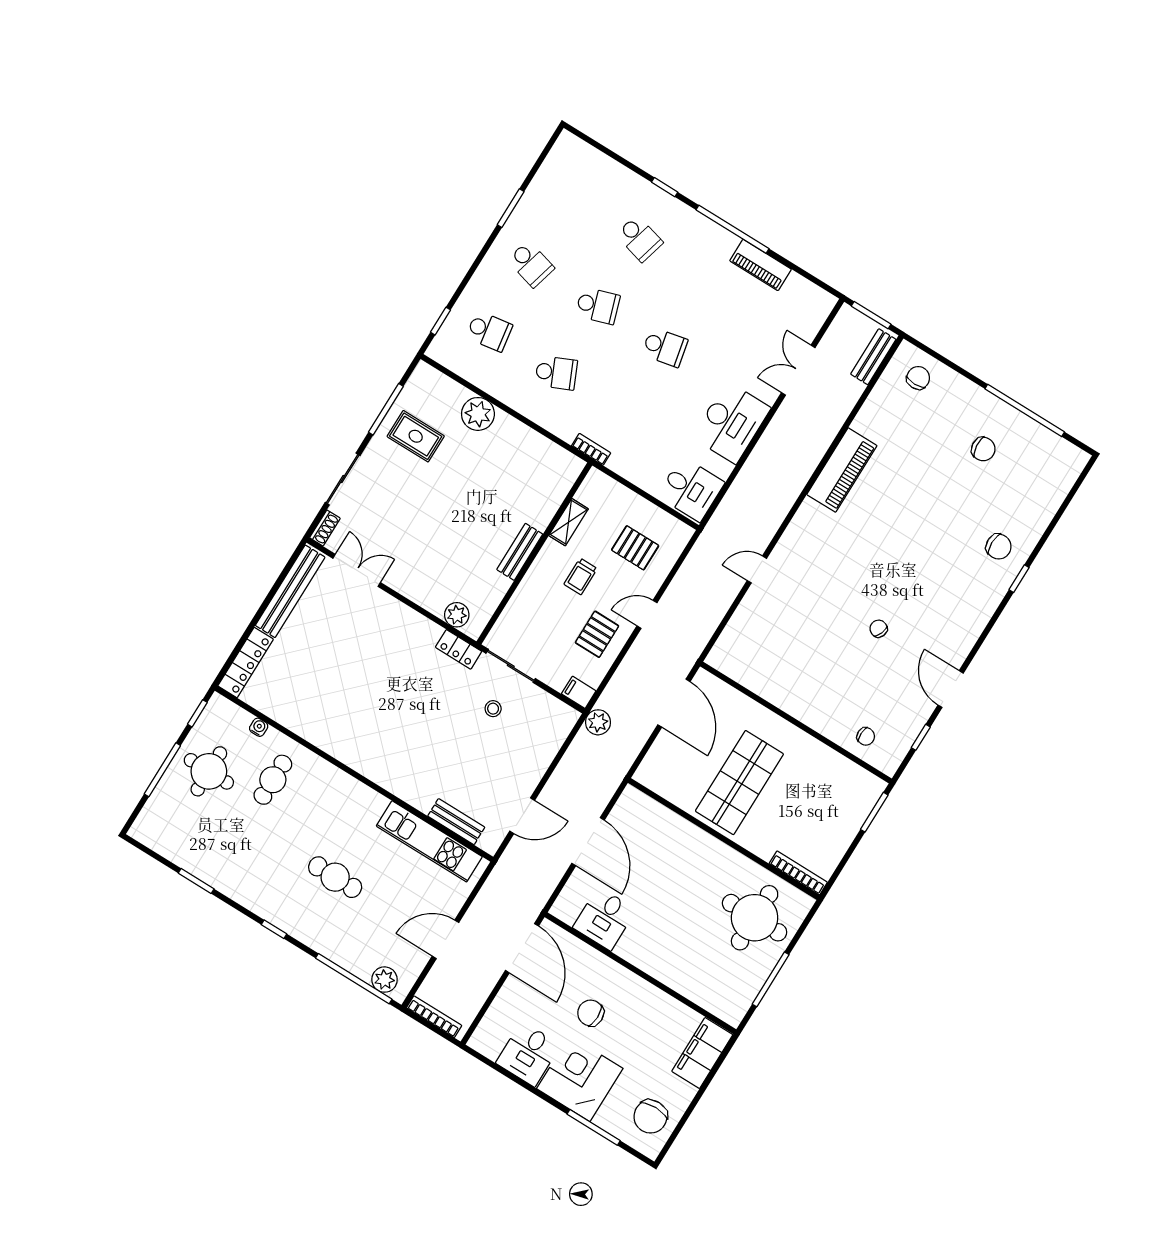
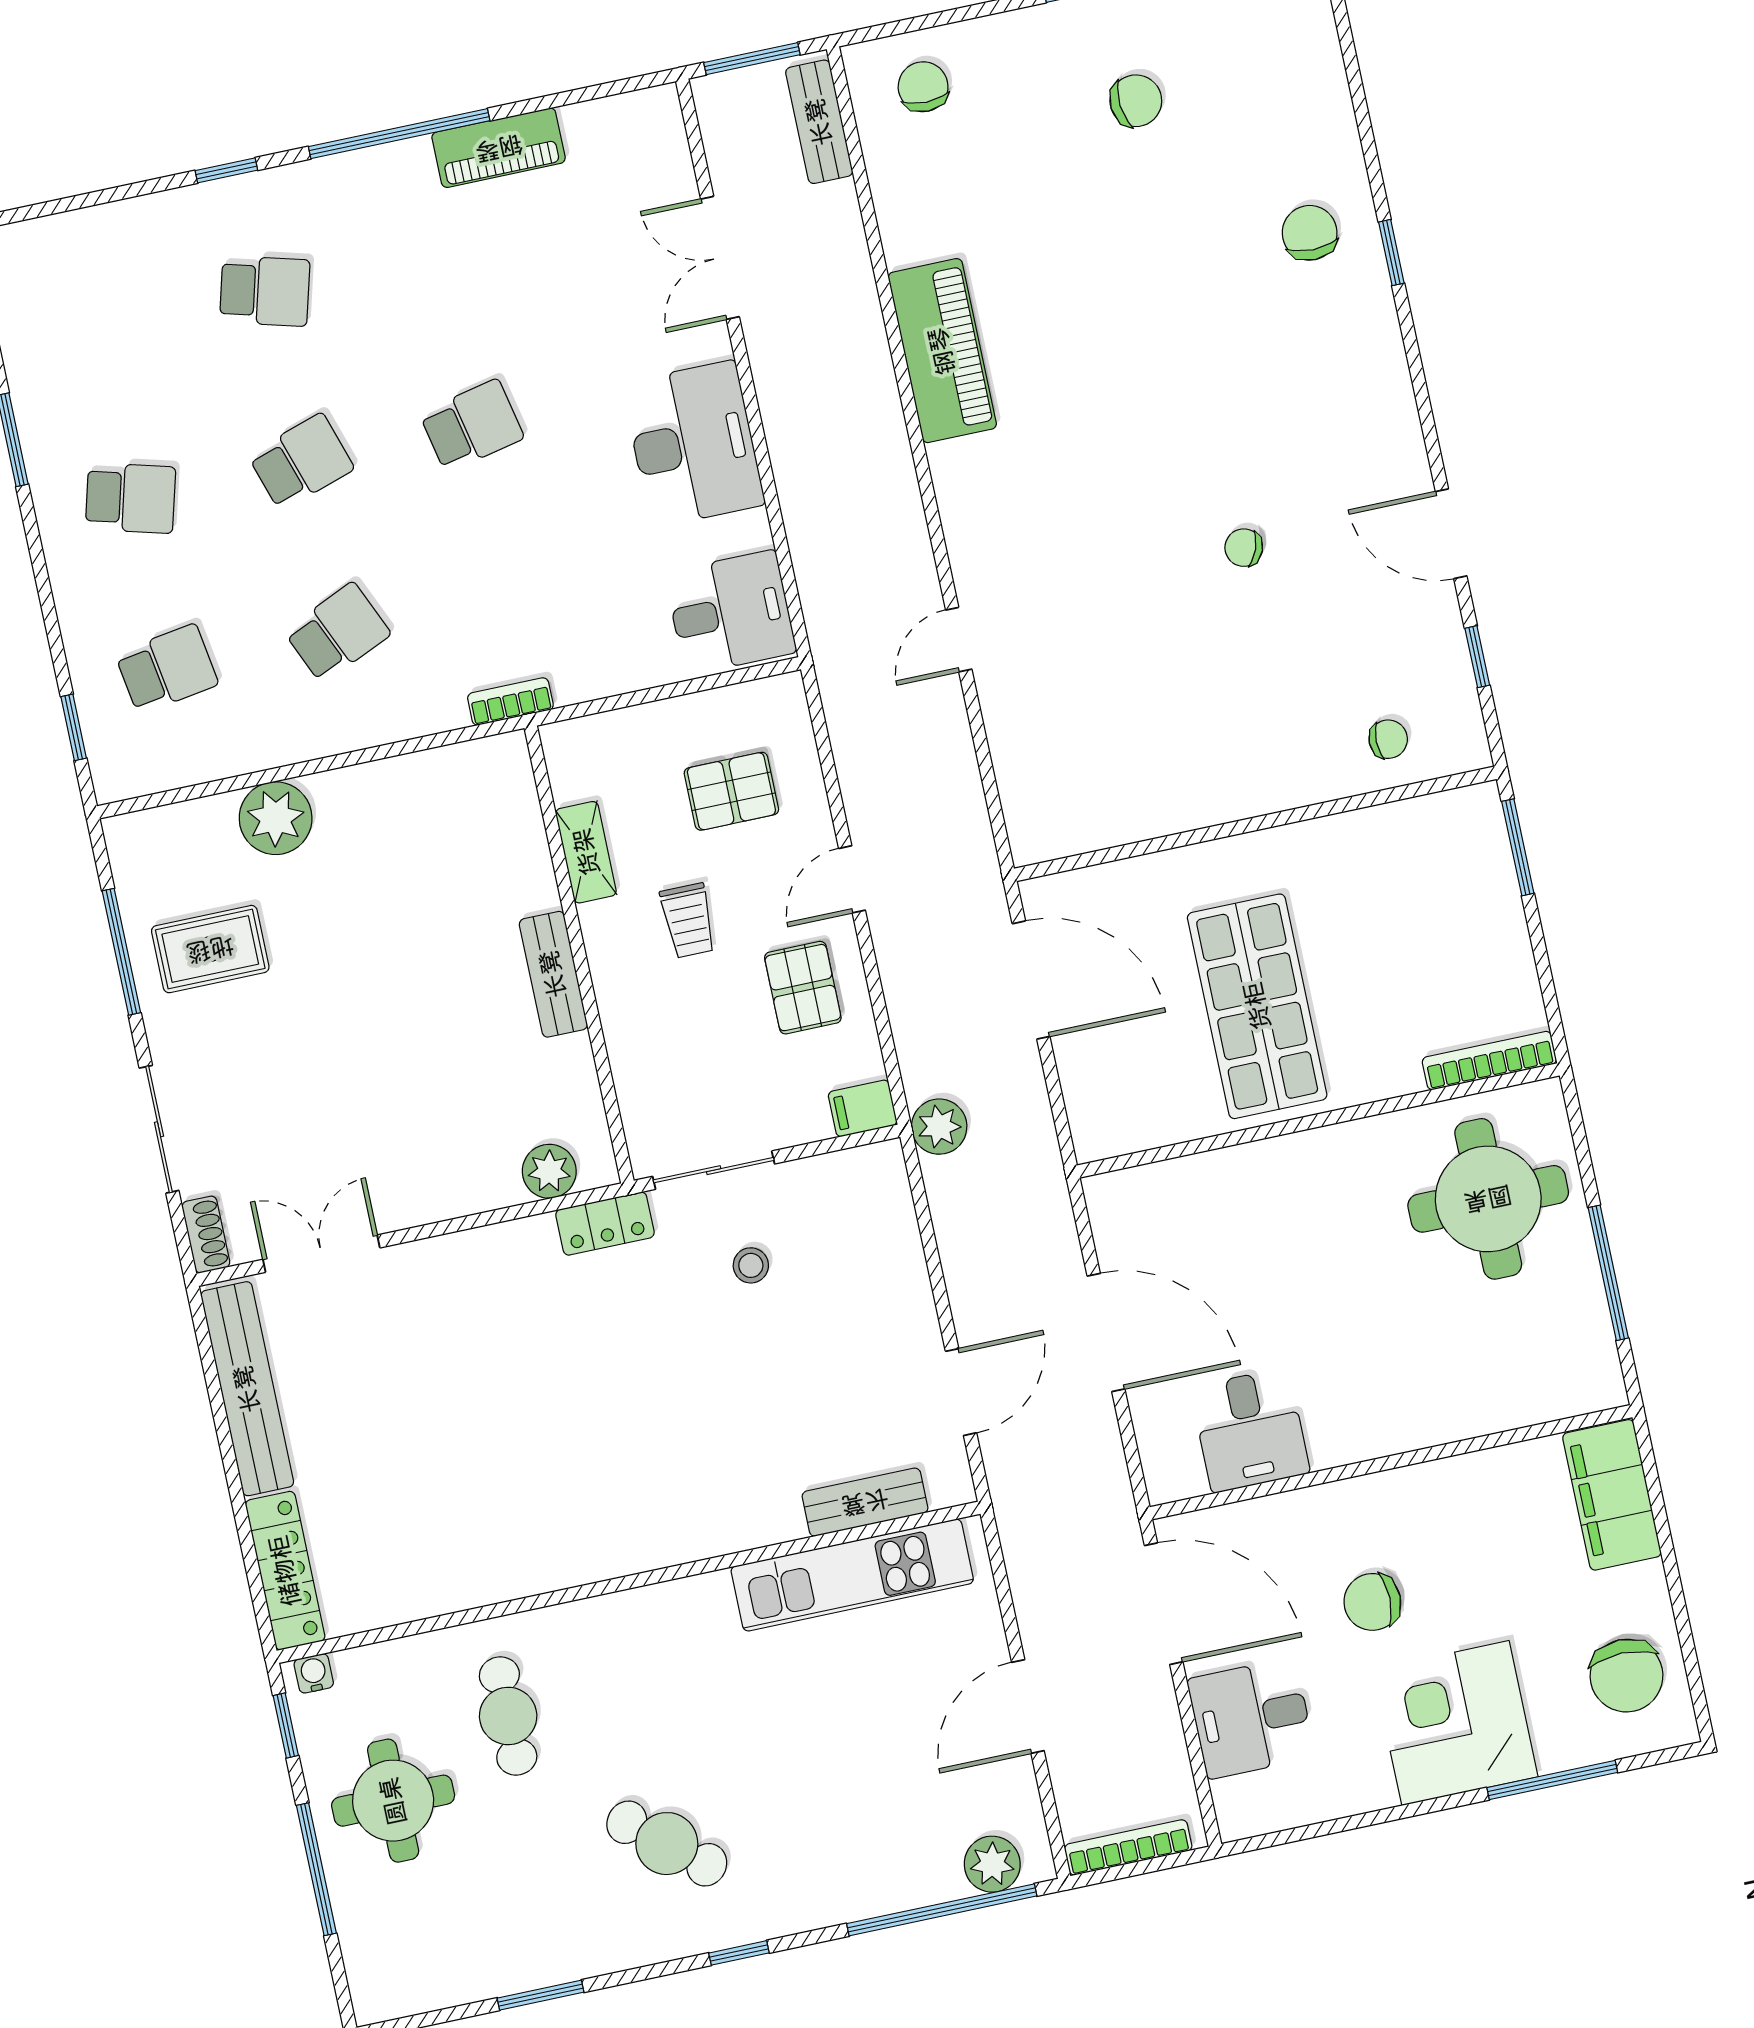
chair: (999, 547) -> (1310, 233), turned -90
water cooler: (259, 727) -> (314, 1673), moved
cafe table: (335, 877) -> (667, 1844), moved, turned 40
desk: (528, 1054) -> (1251, 1718), moved, turned 90

